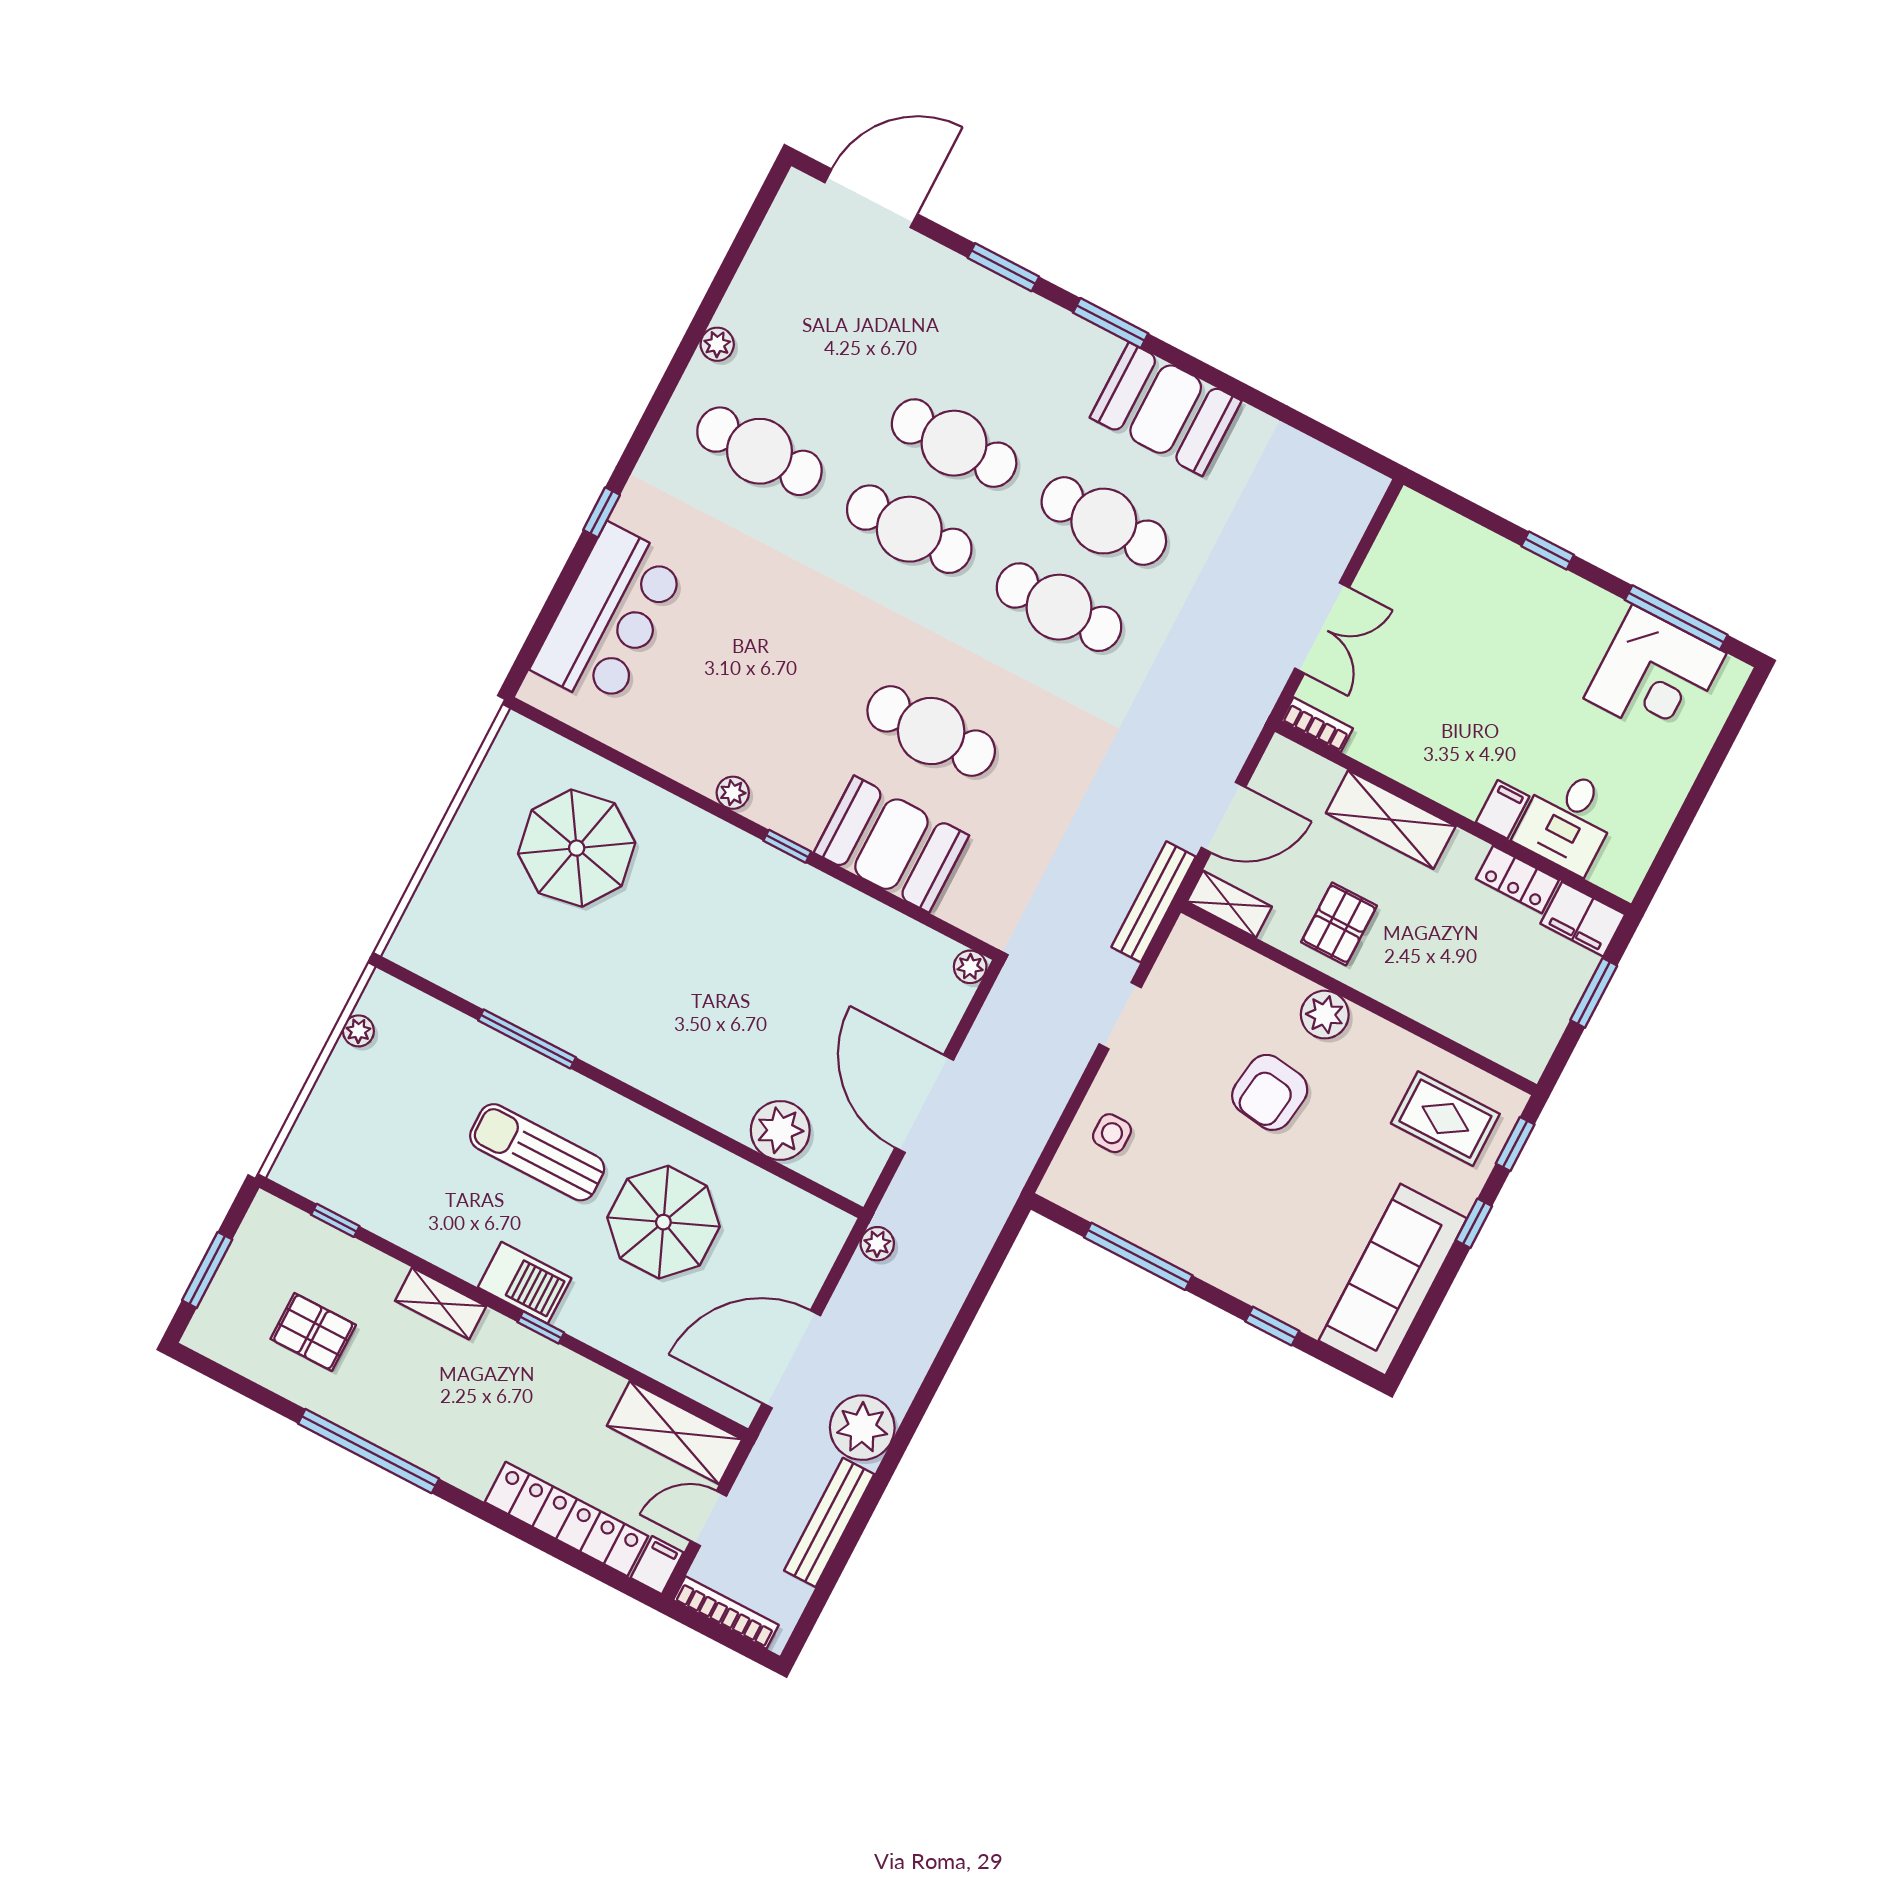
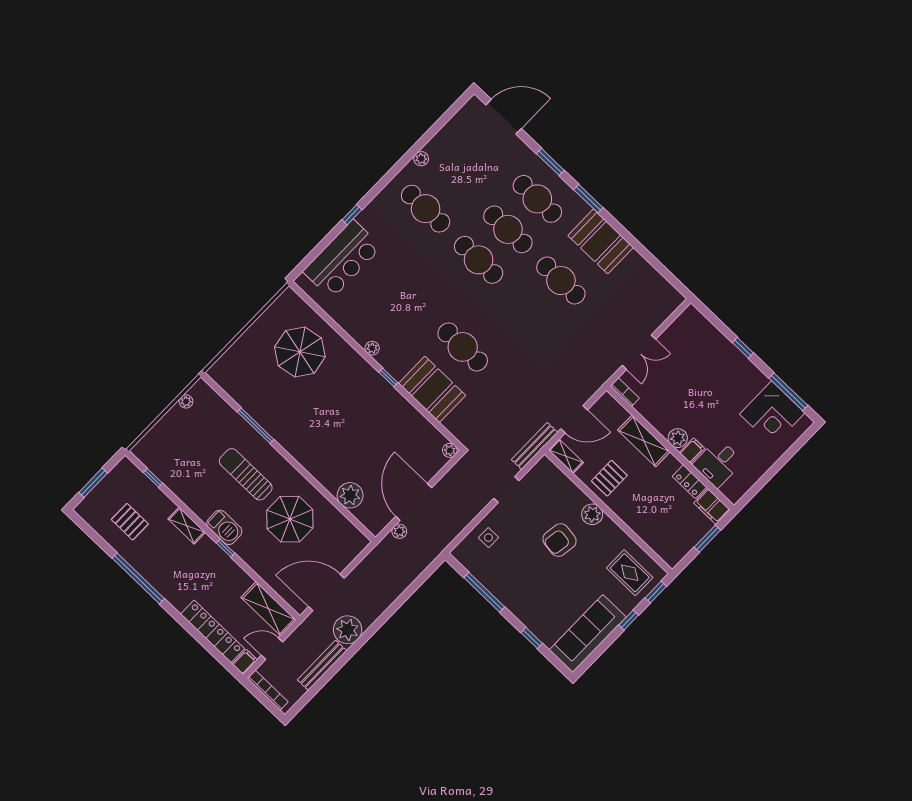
cafe table: (1059, 607) -> (537, 199), moved
plant: (1463, 791) -> (678, 438), added
plant: (877, 1244) -> (399, 531), moved

